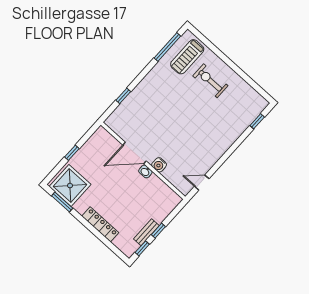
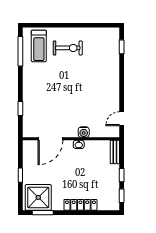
exercise bike: (210, 81) -> (68, 48), turned 180
door: (135, 153) -> (50, 139), moved
bench: (146, 232) -> (115, 152), moved

